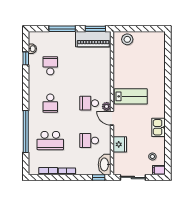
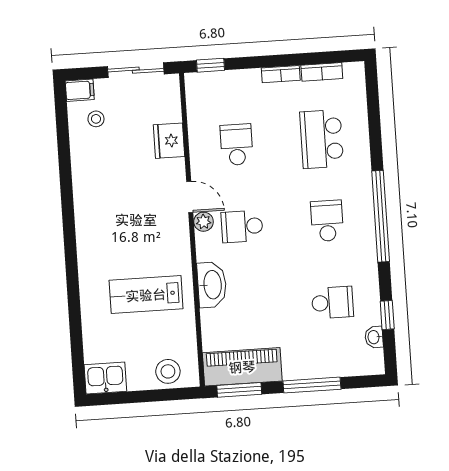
school desk: (50, 66) -> (332, 303), turned -90
lab bench: (131, 96) -> (146, 295), moved
school desk: (89, 103) -> (242, 226), turned 180
kitchen sink: (158, 127) -> (105, 378), moved, turned -90
window: (26, 132) -> (381, 216), moved
school desk: (50, 141) -> (322, 139), turned -90
school desk: (89, 141) -> (237, 145), turned -90
washbasin: (105, 164) -> (212, 285), moved

